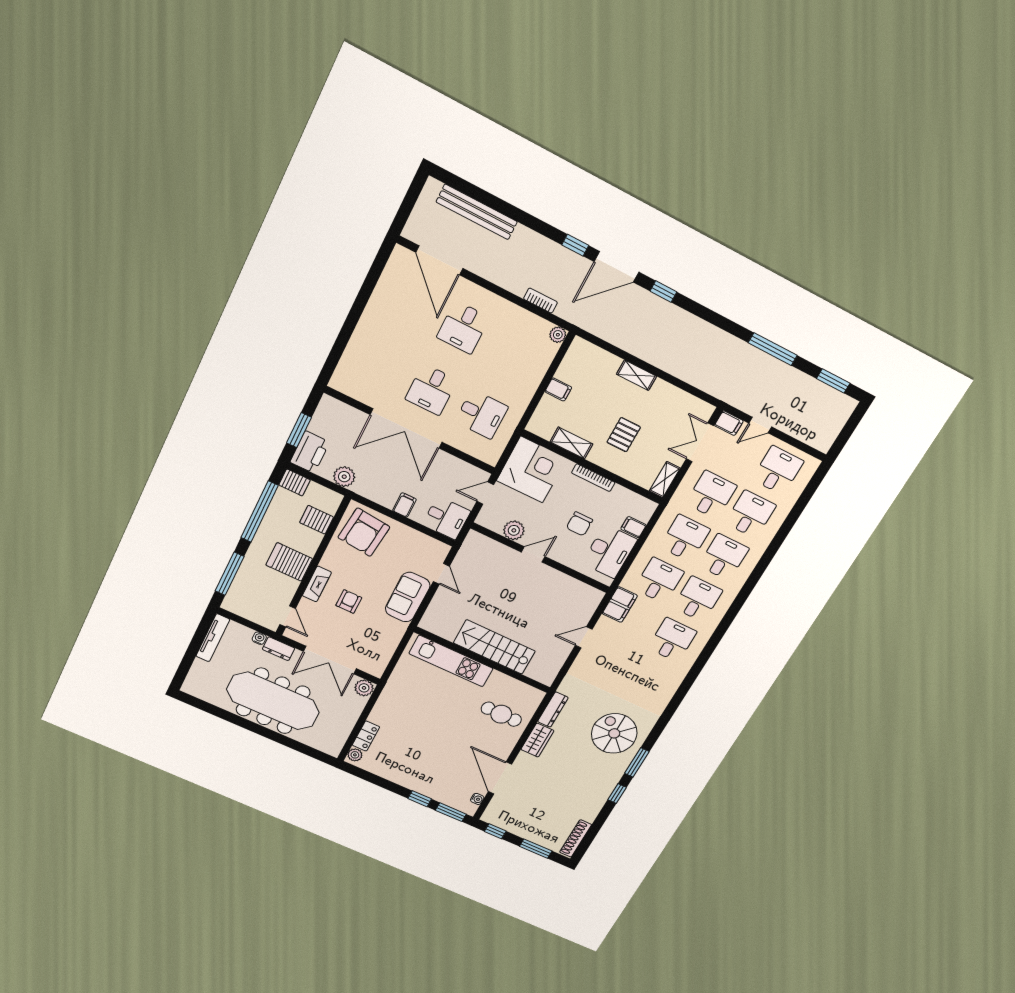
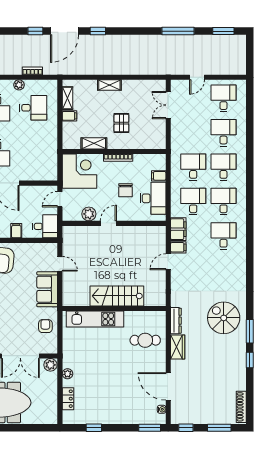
plant: (558, 335) -> (19, 85), moved
desk: (481, 414) -> (33, 108), moved
filing cabinet: (729, 423) -> (178, 247), moved
shelving: (665, 480) -> (68, 98), moved
desk: (711, 495) -> (193, 133), removed
armchair: (349, 601) -> (45, 326), moved
plant: (355, 755) -> (68, 374), moved
window: (420, 799) -> (94, 428), moved

